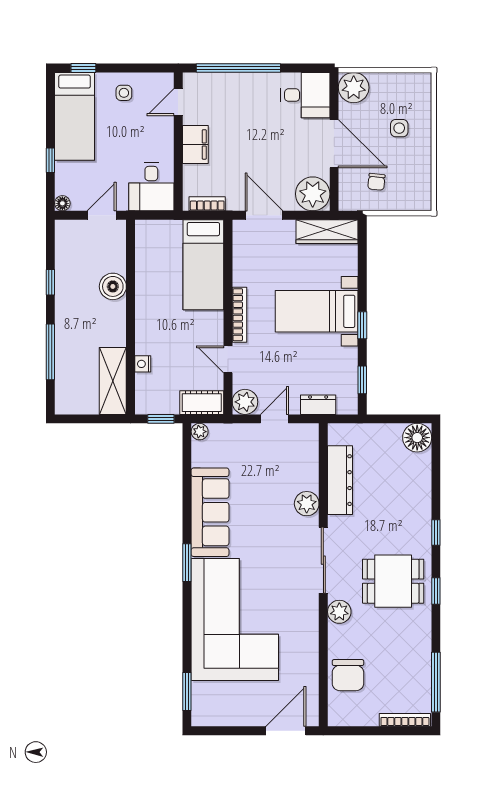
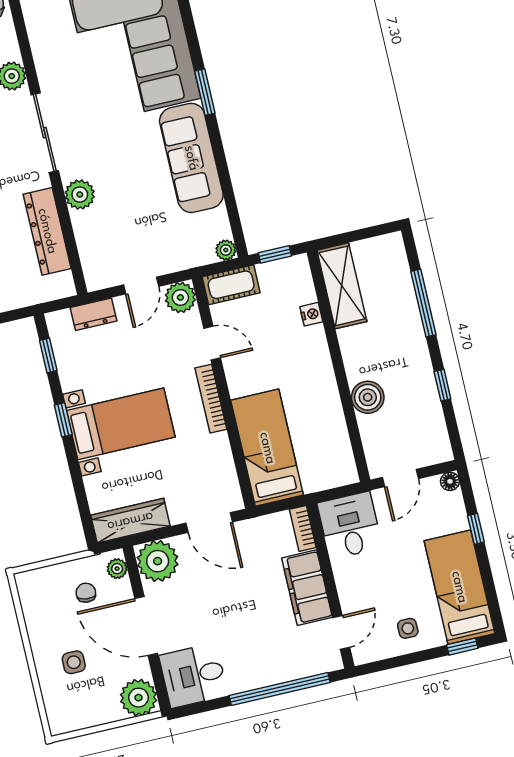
filing cabinet: (195, 144) -> (307, 588), width x1.50, depth x1.17
plant: (347, 195) -> (117, 569), added
bookcase: (207, 204) -> (303, 528), moved, turned 90

